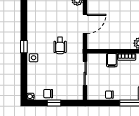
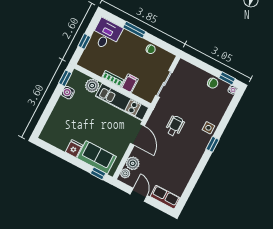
door: (85, 24) -> (137, 135), swing flipped
kitchen unit: (110, 43) -> (122, 102), added
window: (54, 103) -> (227, 78), moved

